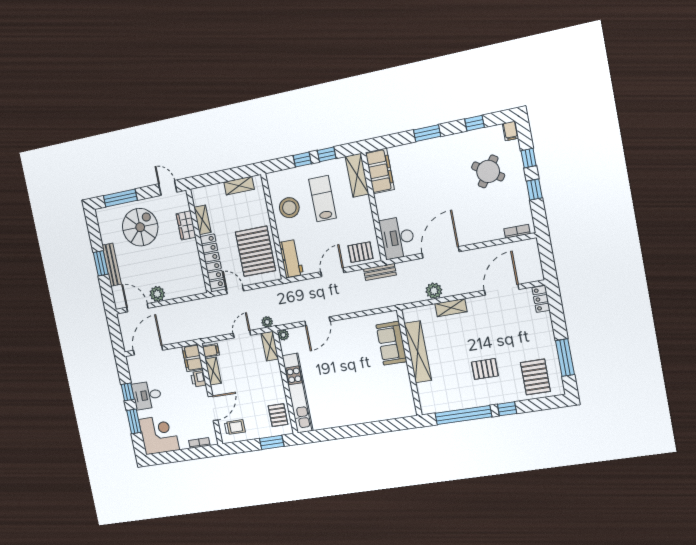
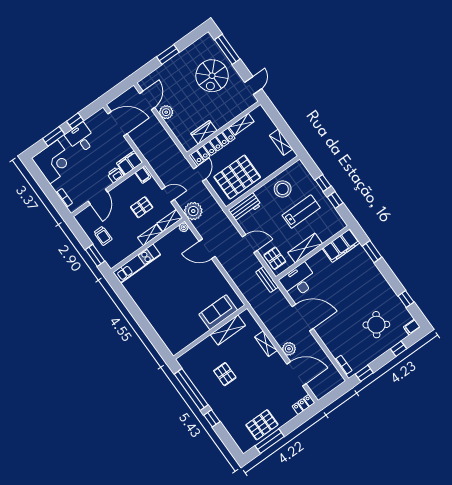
window: (427, 133) -> (372, 252), moved
shelving: (357, 175) -> (305, 248), moved
window: (534, 189) -> (364, 373), moved
wardrobe: (186, 226) -> (204, 132), moved
spiral stairs: (140, 227) -> (212, 76), turned 90
bench: (112, 265) -> (171, 64), removed
plant: (434, 291) -> (289, 349), moved
plant: (267, 322) -> (193, 211), width x1.87, depth x1.87
shelving: (418, 352) -> (228, 330), width x0.68
pallet: (485, 369) -> (225, 374), moved
shelving: (213, 371) -> (150, 235), moved
pallet: (535, 377) -> (262, 425), moved
kitchen unit: (298, 393) -> (137, 264), width x0.73
door: (213, 408) -> (98, 197), hinge flipped
pallet: (278, 415) -> (142, 207), moved
trolley: (235, 427) -> (103, 236), moved

